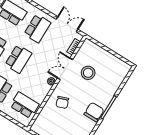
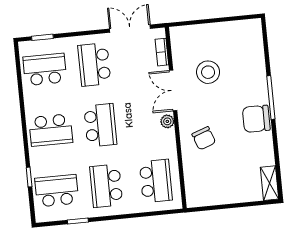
school desk: (37, 28) -> (94, 65), turned 180
school desk: (24, 105) -> (156, 181), turned 90
chair: (94, 112) -> (256, 119), turned -90

